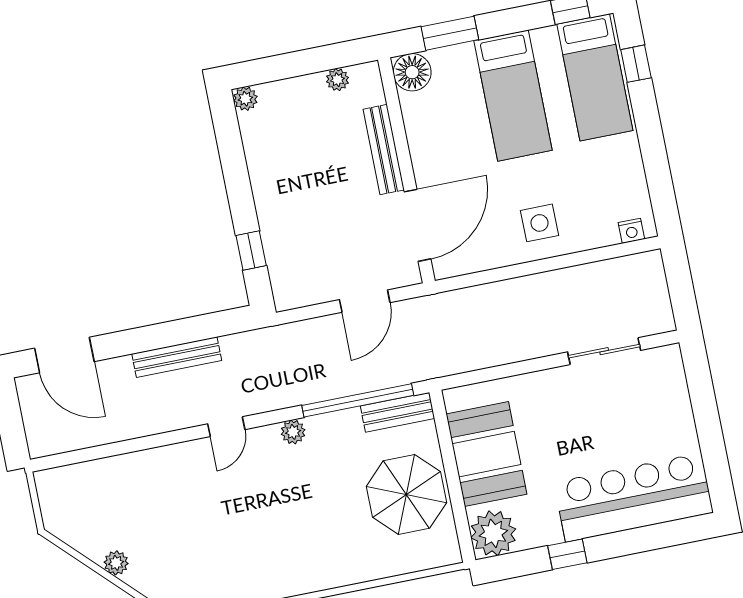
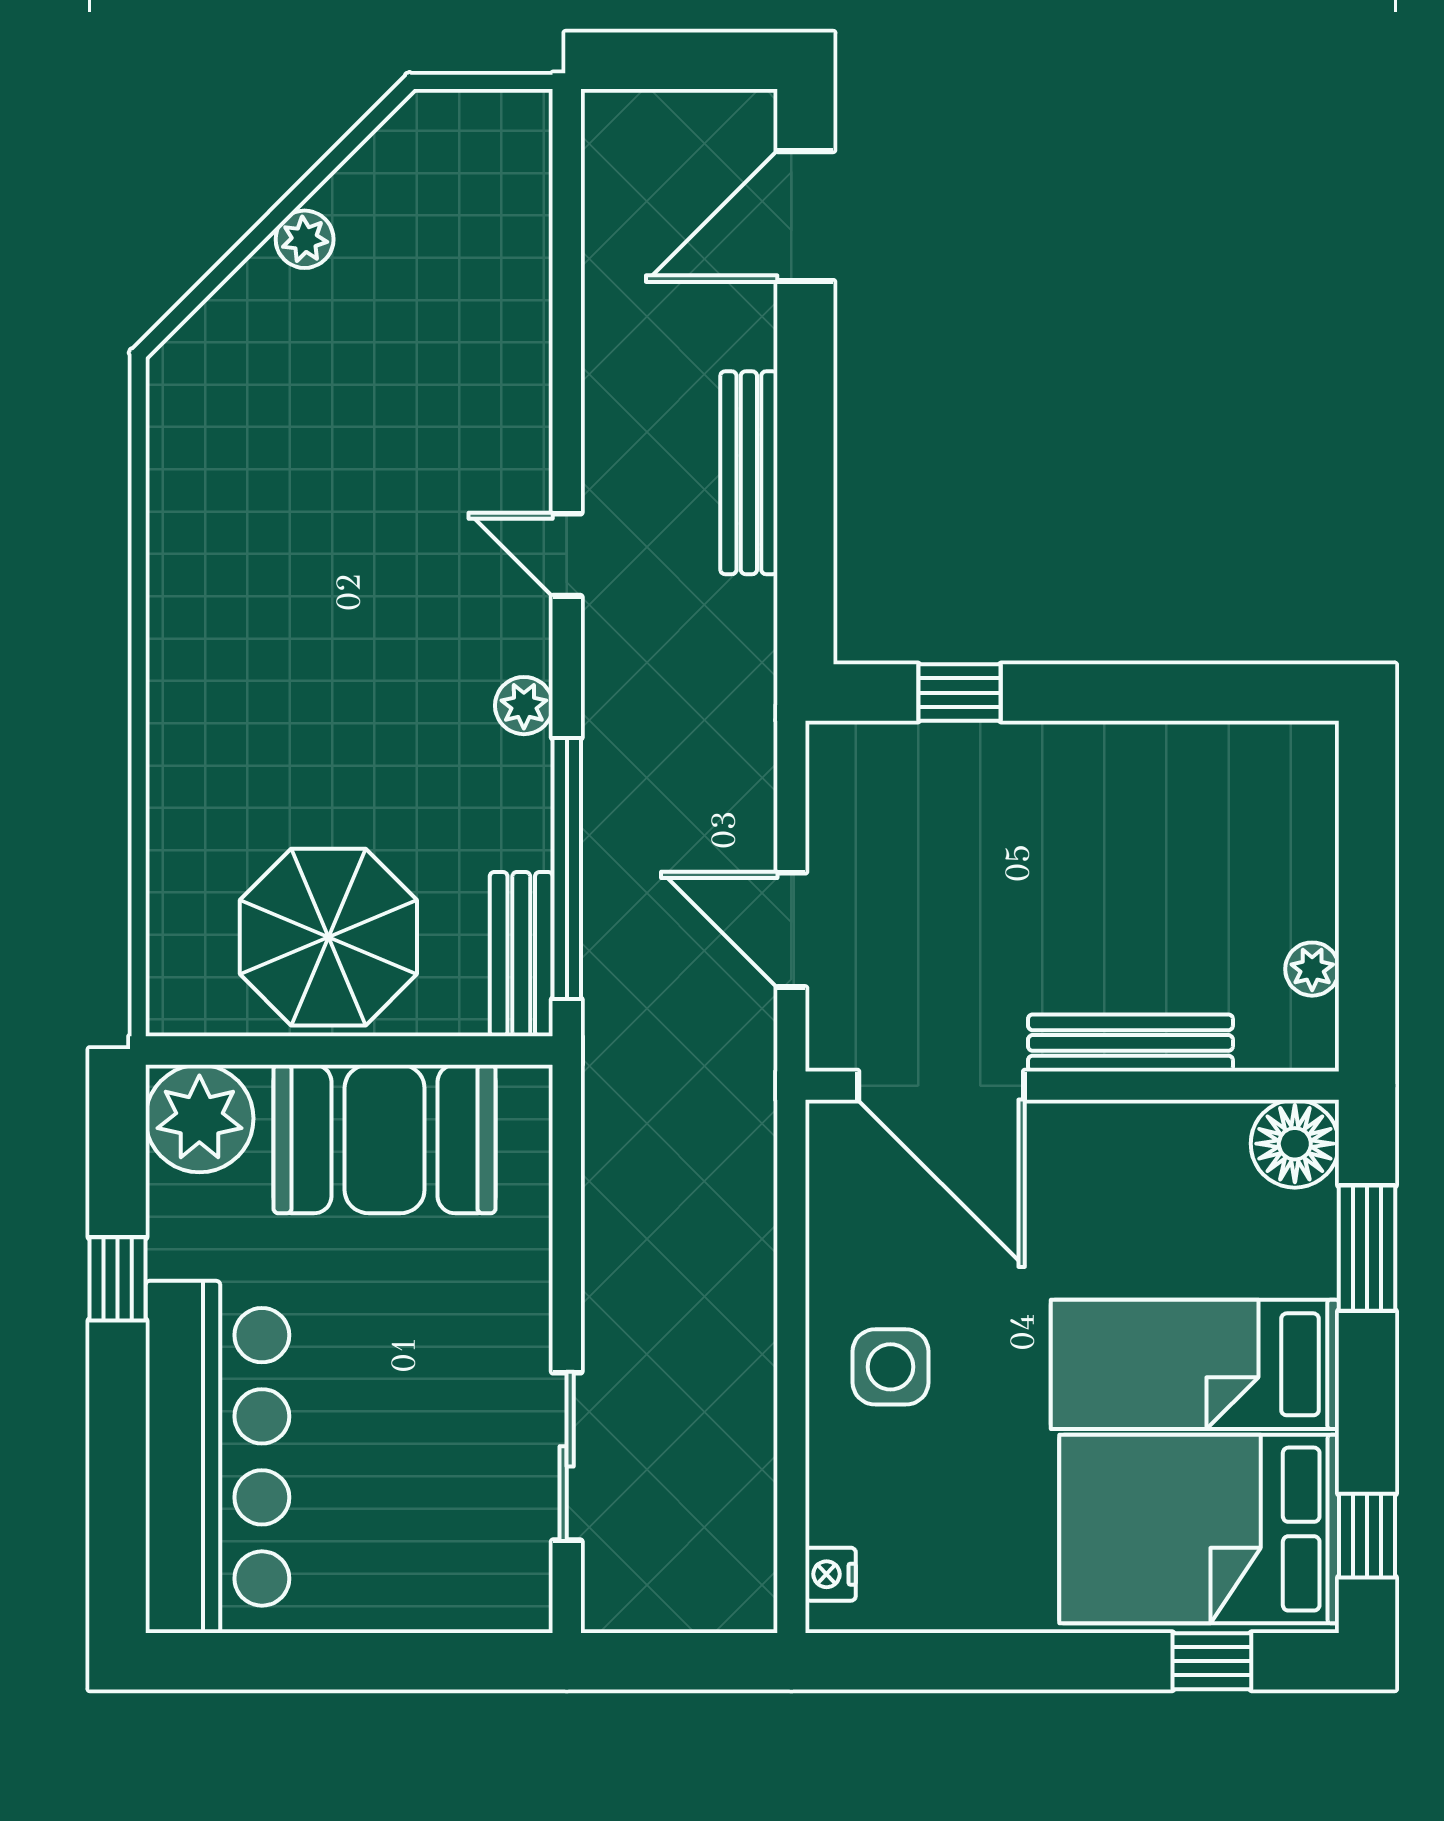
bed: (595, 77) -> (1199, 1529), width x1.50
plant: (245, 99) -> (1311, 749), removed

